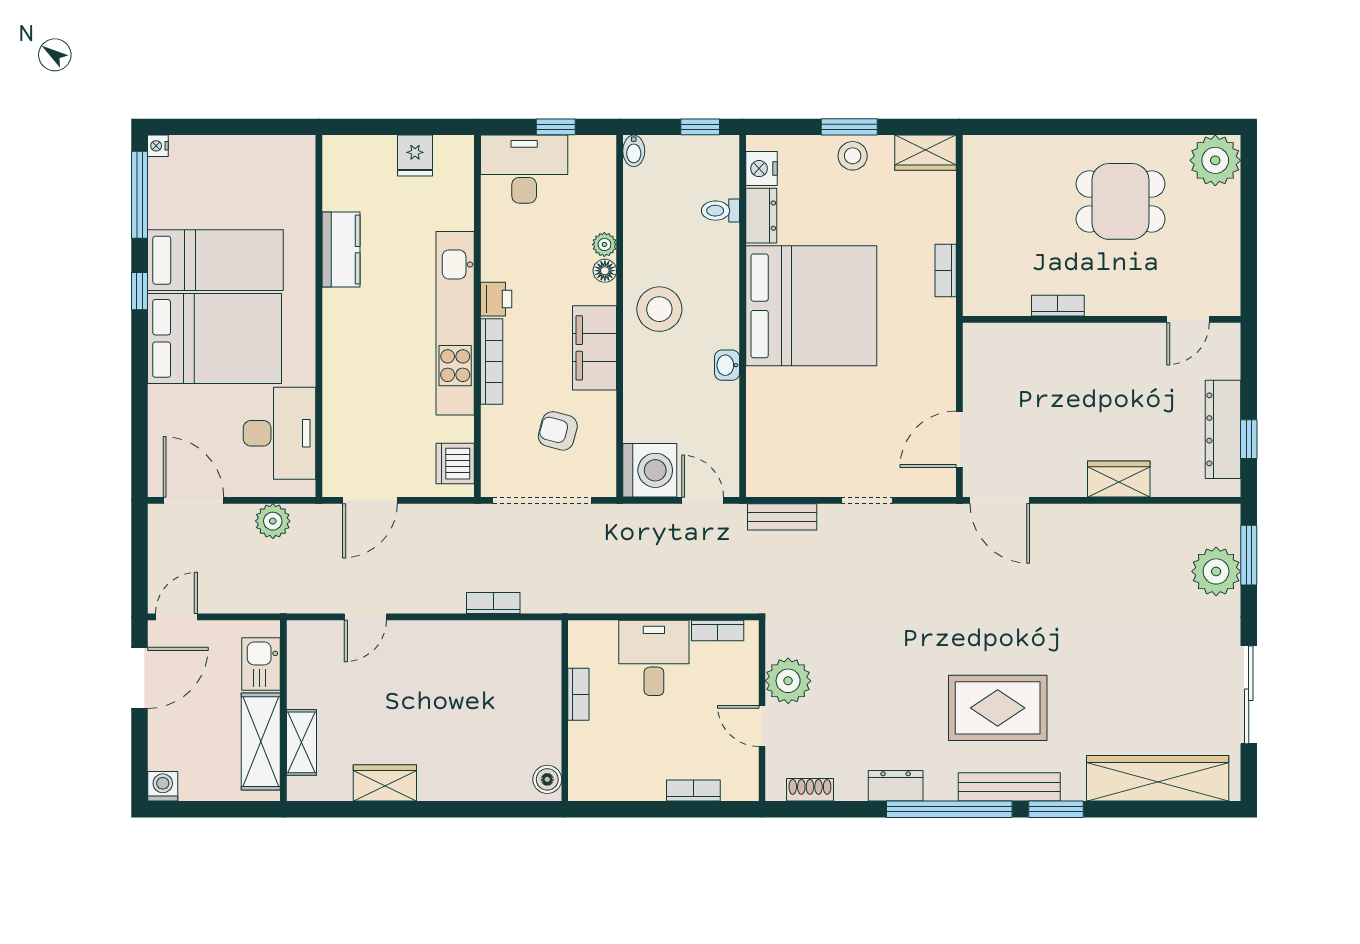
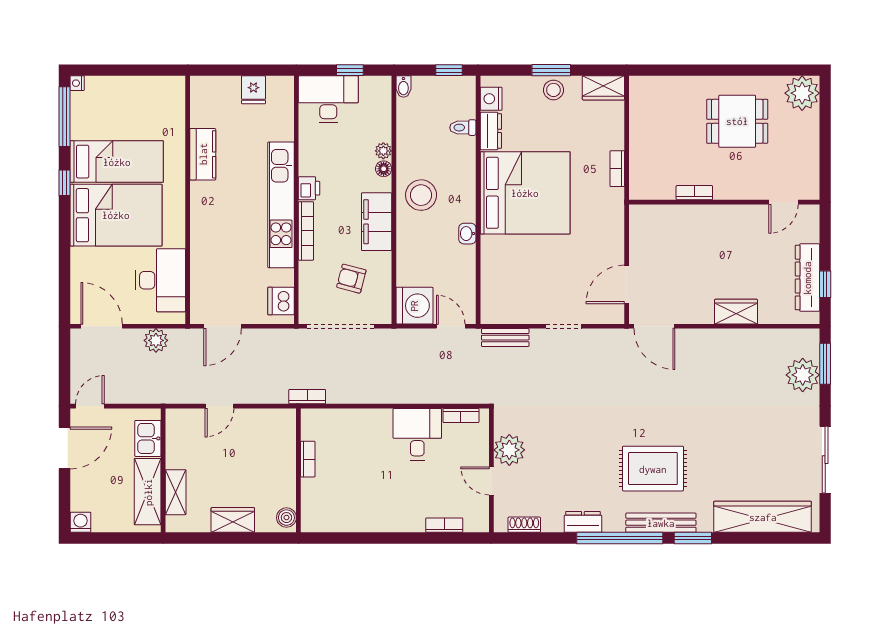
bookcase: (578, 694) -> (308, 459), moved
wall: (565, 711) -> (298, 470), moved
boiler: (547, 779) -> (286, 518), moved

